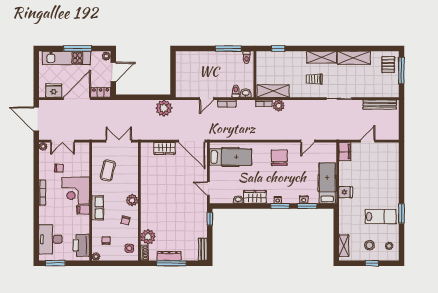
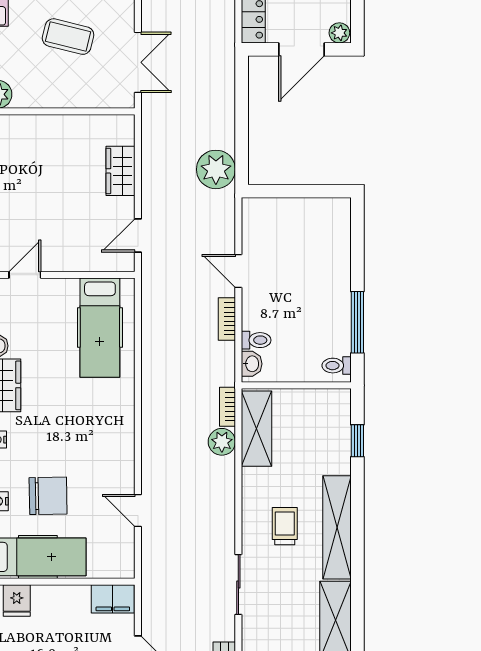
shelving: (322, 57) -> (337, 527), width x1.47
door: (113, 72) -> (301, 49), hinge flipped
door: (192, 141) -> (138, 236), width x0.53
chair: (279, 158) -> (48, 496), moved

